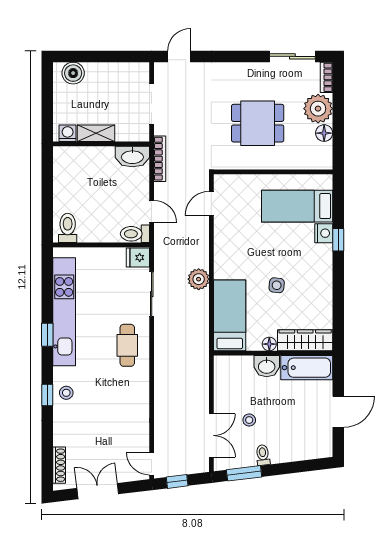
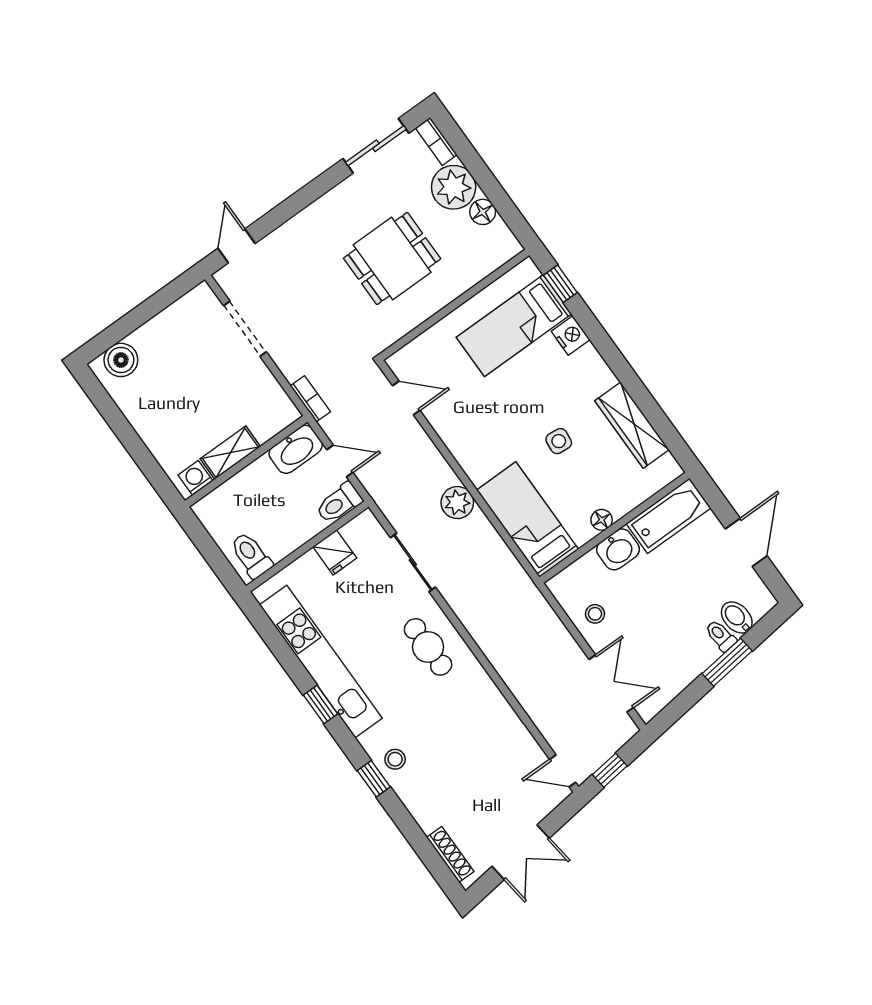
washing machine: (68, 133) -> (195, 478), moved
shelving: (96, 133) -> (230, 453), moved
wall: (101, 144) -> (246, 461), moved
washbasin: (132, 157) -> (296, 449), moved
bookcase: (160, 159) -> (310, 399), width x0.64
door: (211, 203) -> (406, 398), swing flipped
window: (338, 240) -> (560, 284), moved
fridge: (138, 258) -> (335, 552), moved, turned -90
wardrobe: (305, 340) -> (632, 425), moved, turned -90
stool: (249, 420) -> (595, 614), moved
bidet: (304, 448) -> (737, 617), added
toilet: (263, 455) -> (721, 636), moved
window: (244, 473) -> (727, 662), moved
double door: (98, 491) -> (521, 852), swing flipped

